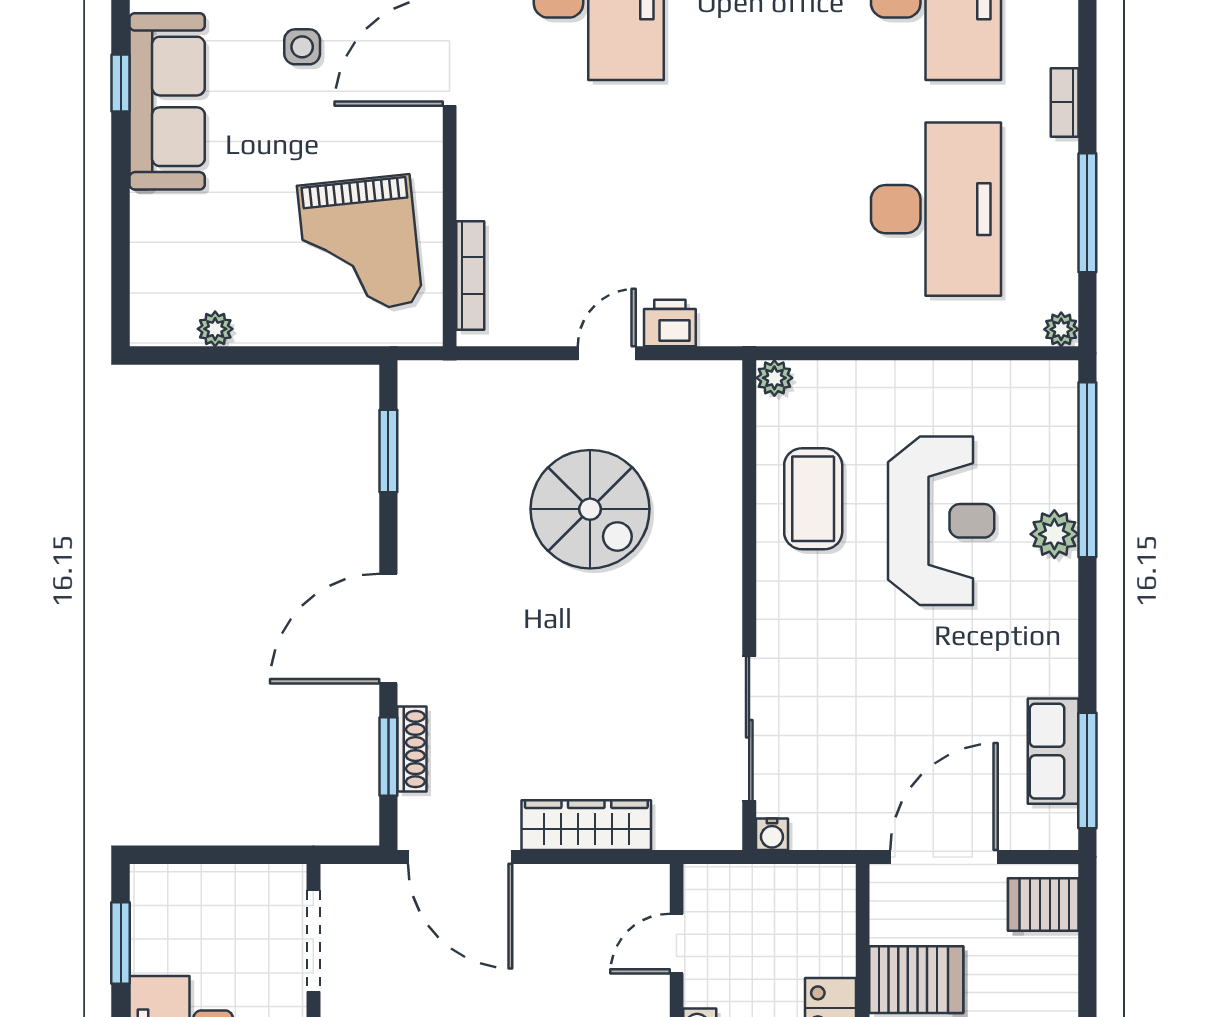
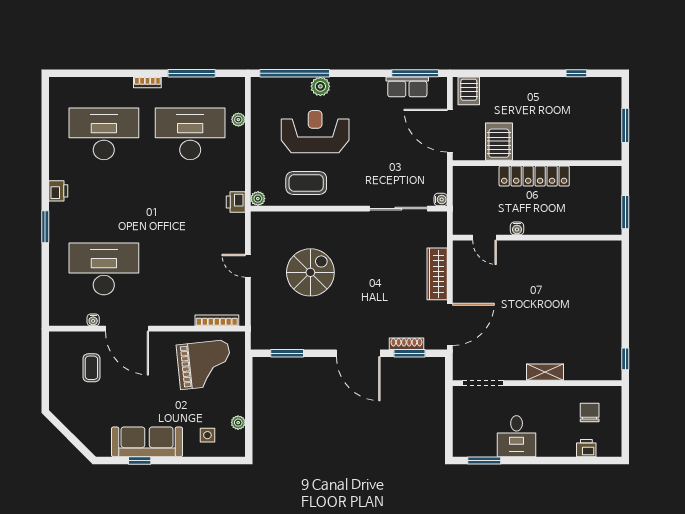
side table: (302, 47) -> (207, 435), moved
printer: (670, 323) -> (236, 202), moved
plant: (1061, 329) -> (238, 120), moved

